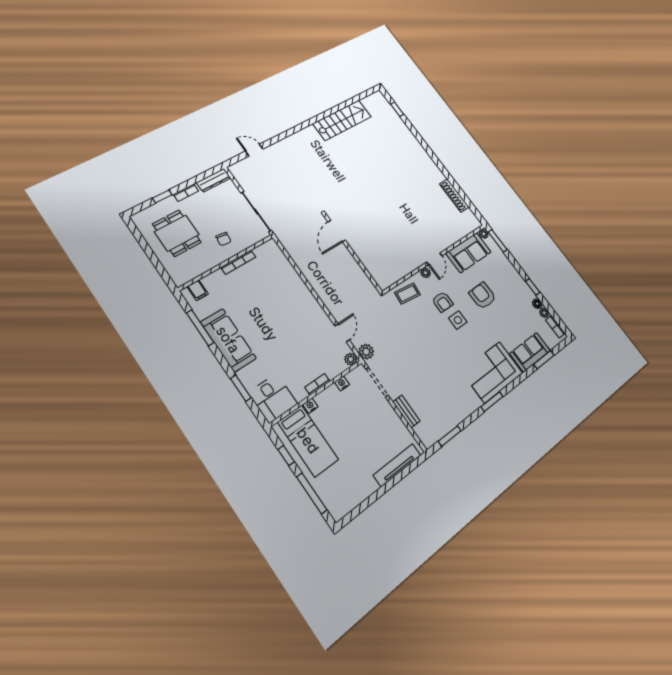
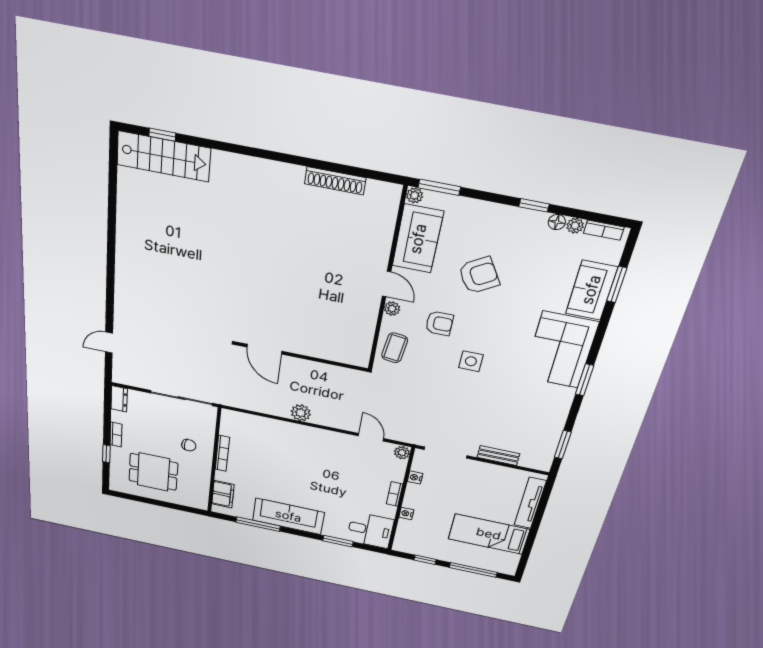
stairs: (342, 120) -> (164, 157), moved, turned 90
dresser: (214, 180) -> (119, 399), width x0.70
filing cabinet: (198, 290) -> (223, 494), width x2.00
armchair: (483, 296) -> (479, 275), turned 150
side table: (458, 320) -> (471, 361), moved
plant: (366, 352) -> (301, 413), moved
bed: (308, 441) -> (489, 534), moved, turned 180

